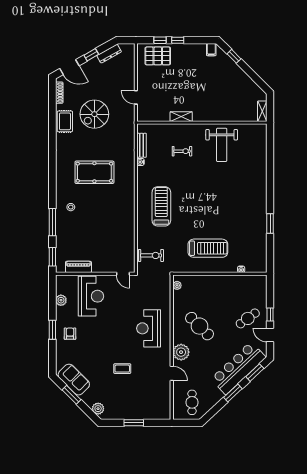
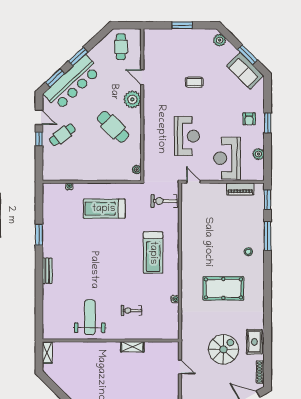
bench: (142, 145) -> (47, 271), moved
reception desk: (148, 328) -> (187, 136), moved

